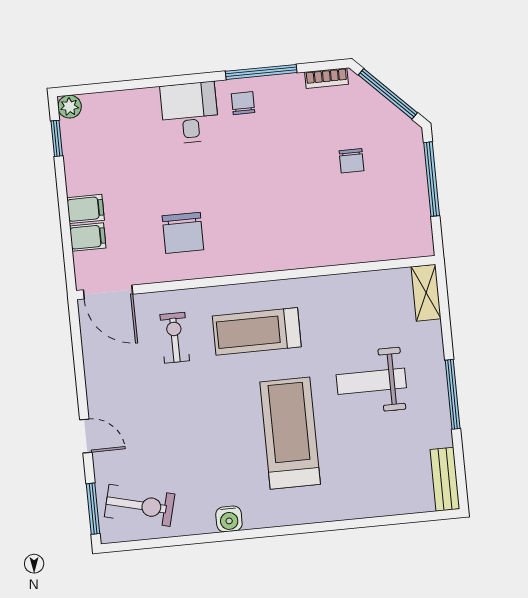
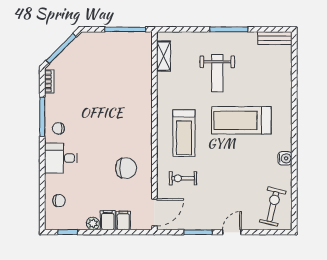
plant: (70, 107) -> (93, 223), moved
chair: (352, 161) -> (59, 201), moved
window: (432, 179) -> (125, 29), moved
shelving: (426, 293) -> (164, 56), moved, turned 90
window: (93, 509) -> (198, 232), moved

